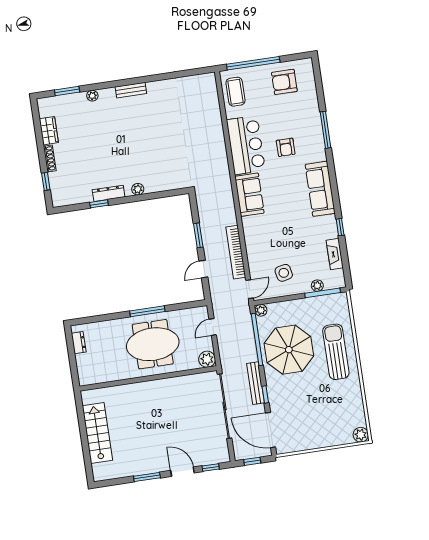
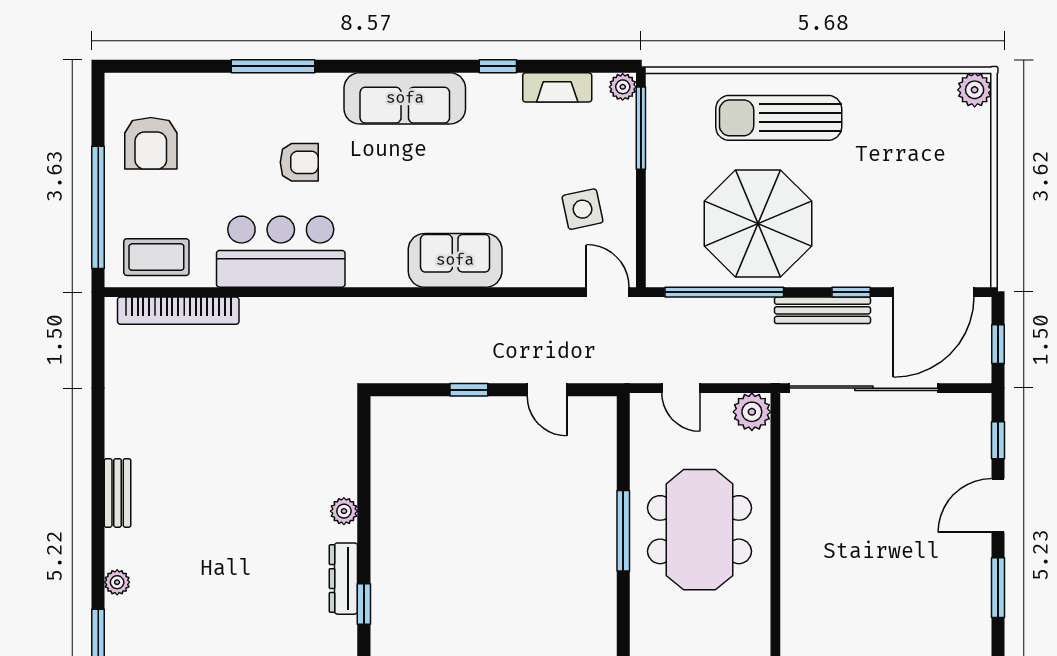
sofa: (249, 195) -> (455, 260), moved
window: (198, 235) -> (469, 390), width x0.67
bookcase: (236, 252) -> (178, 311), moved
plant: (317, 286) -> (623, 87), moved
plant: (261, 310) -> (659, 274), removed

